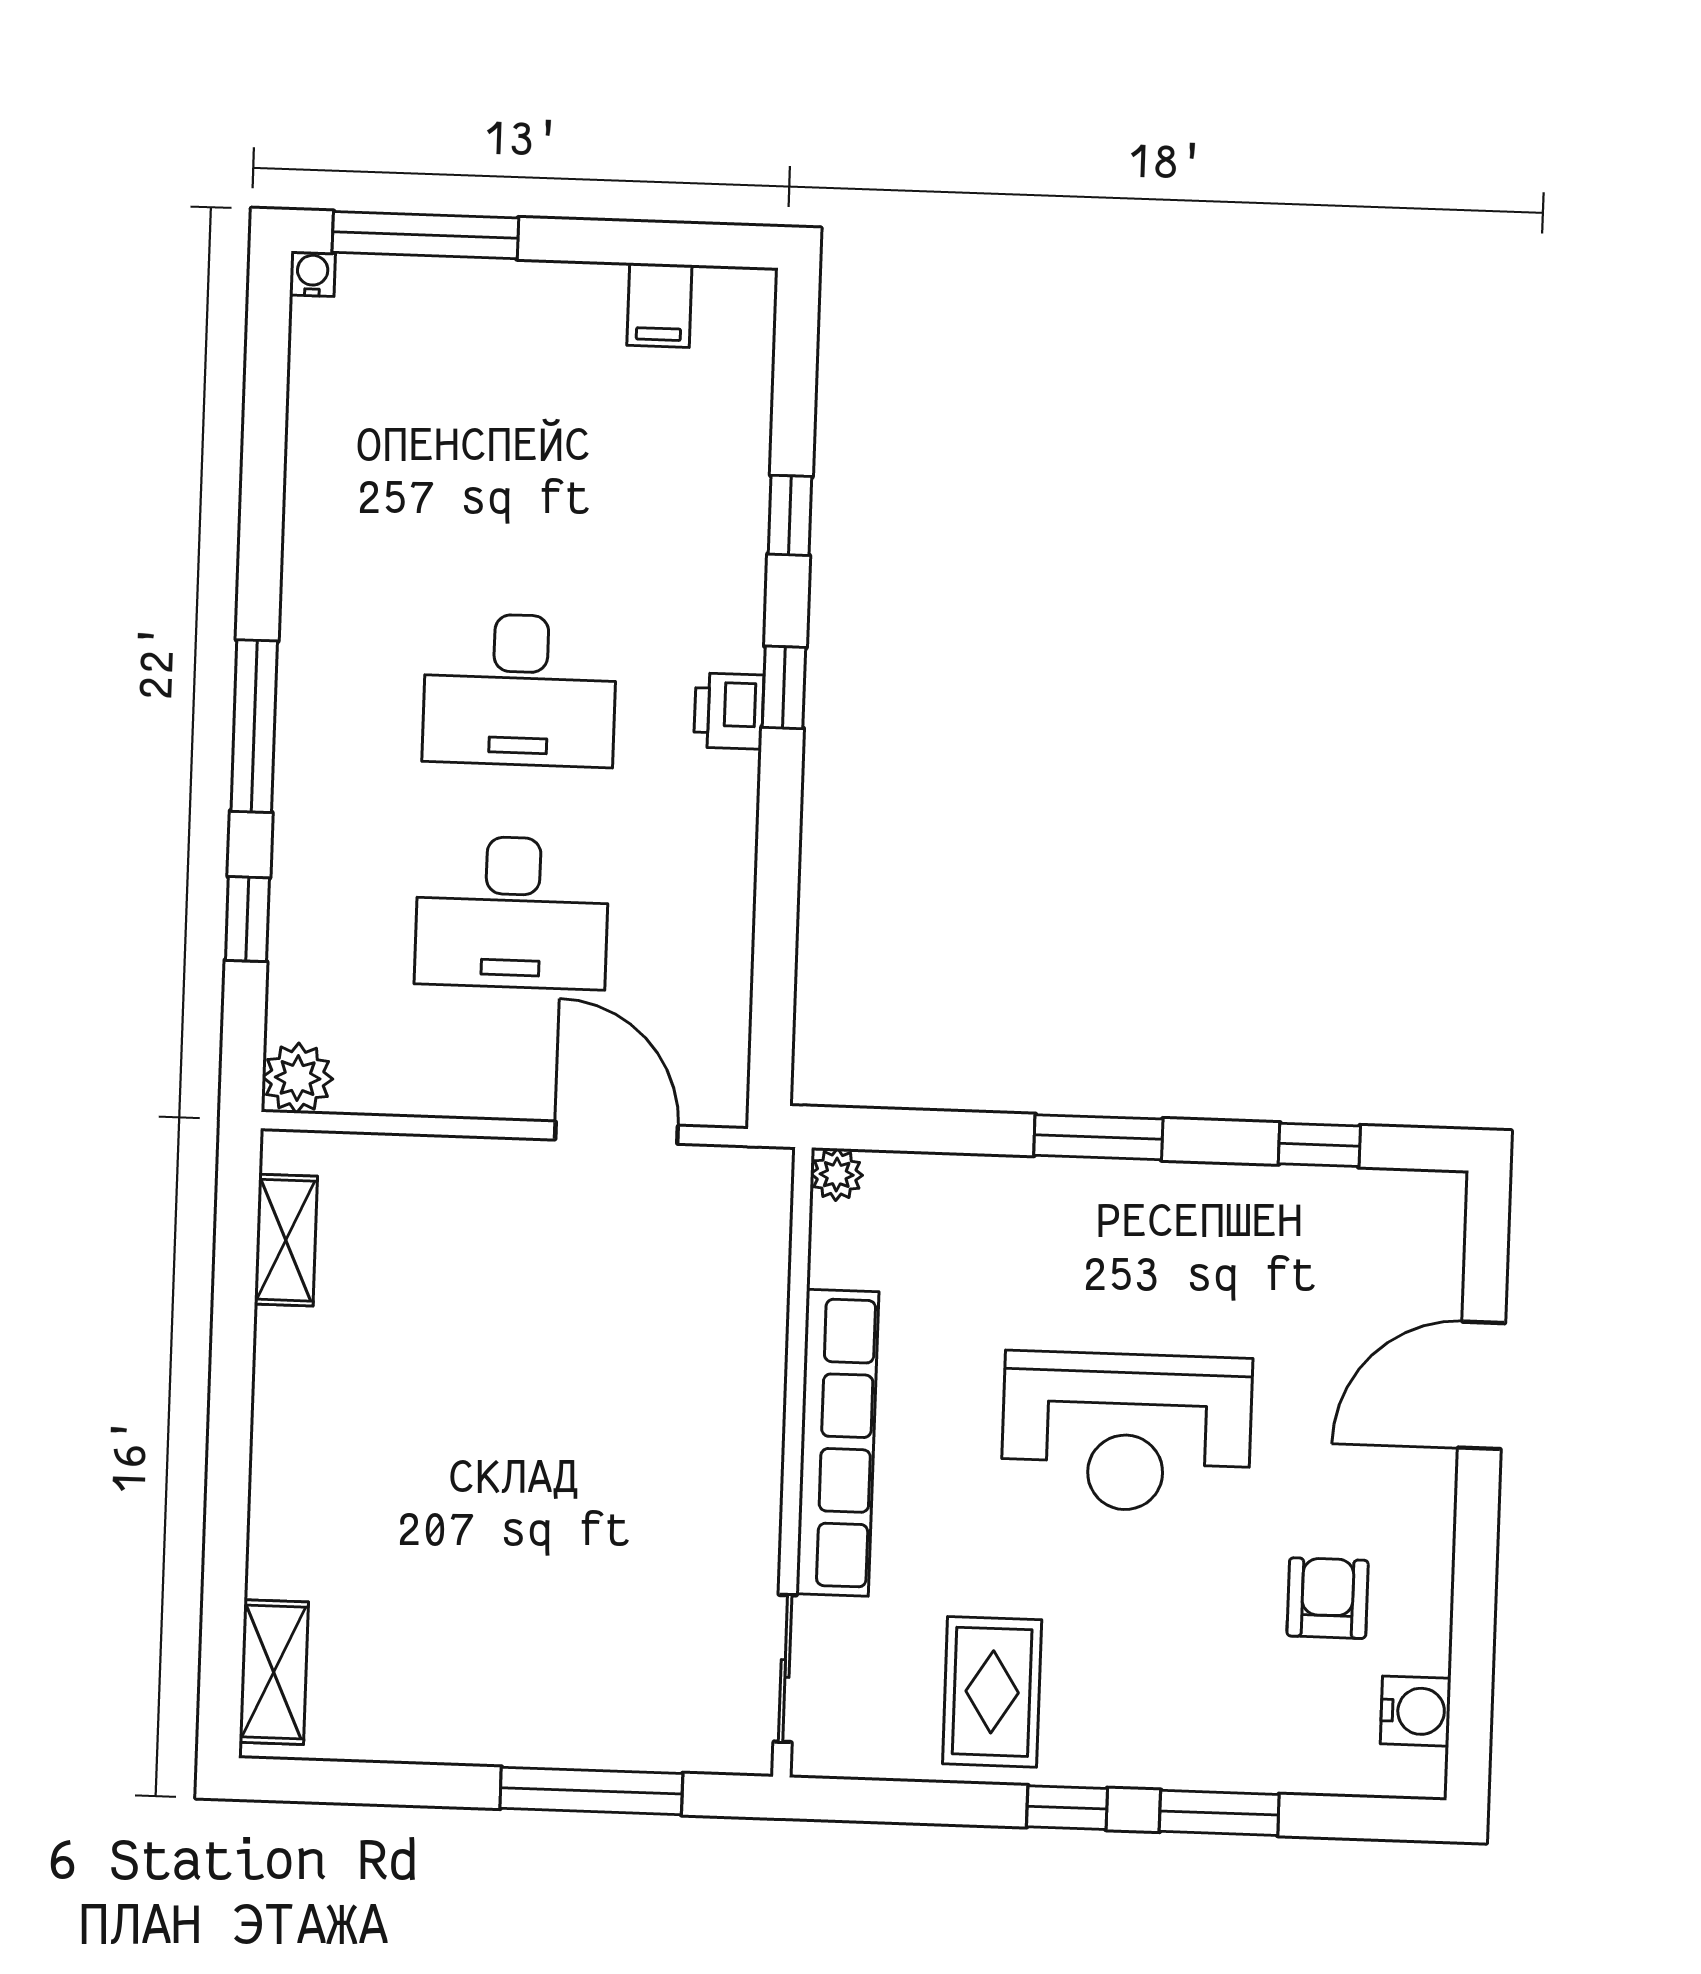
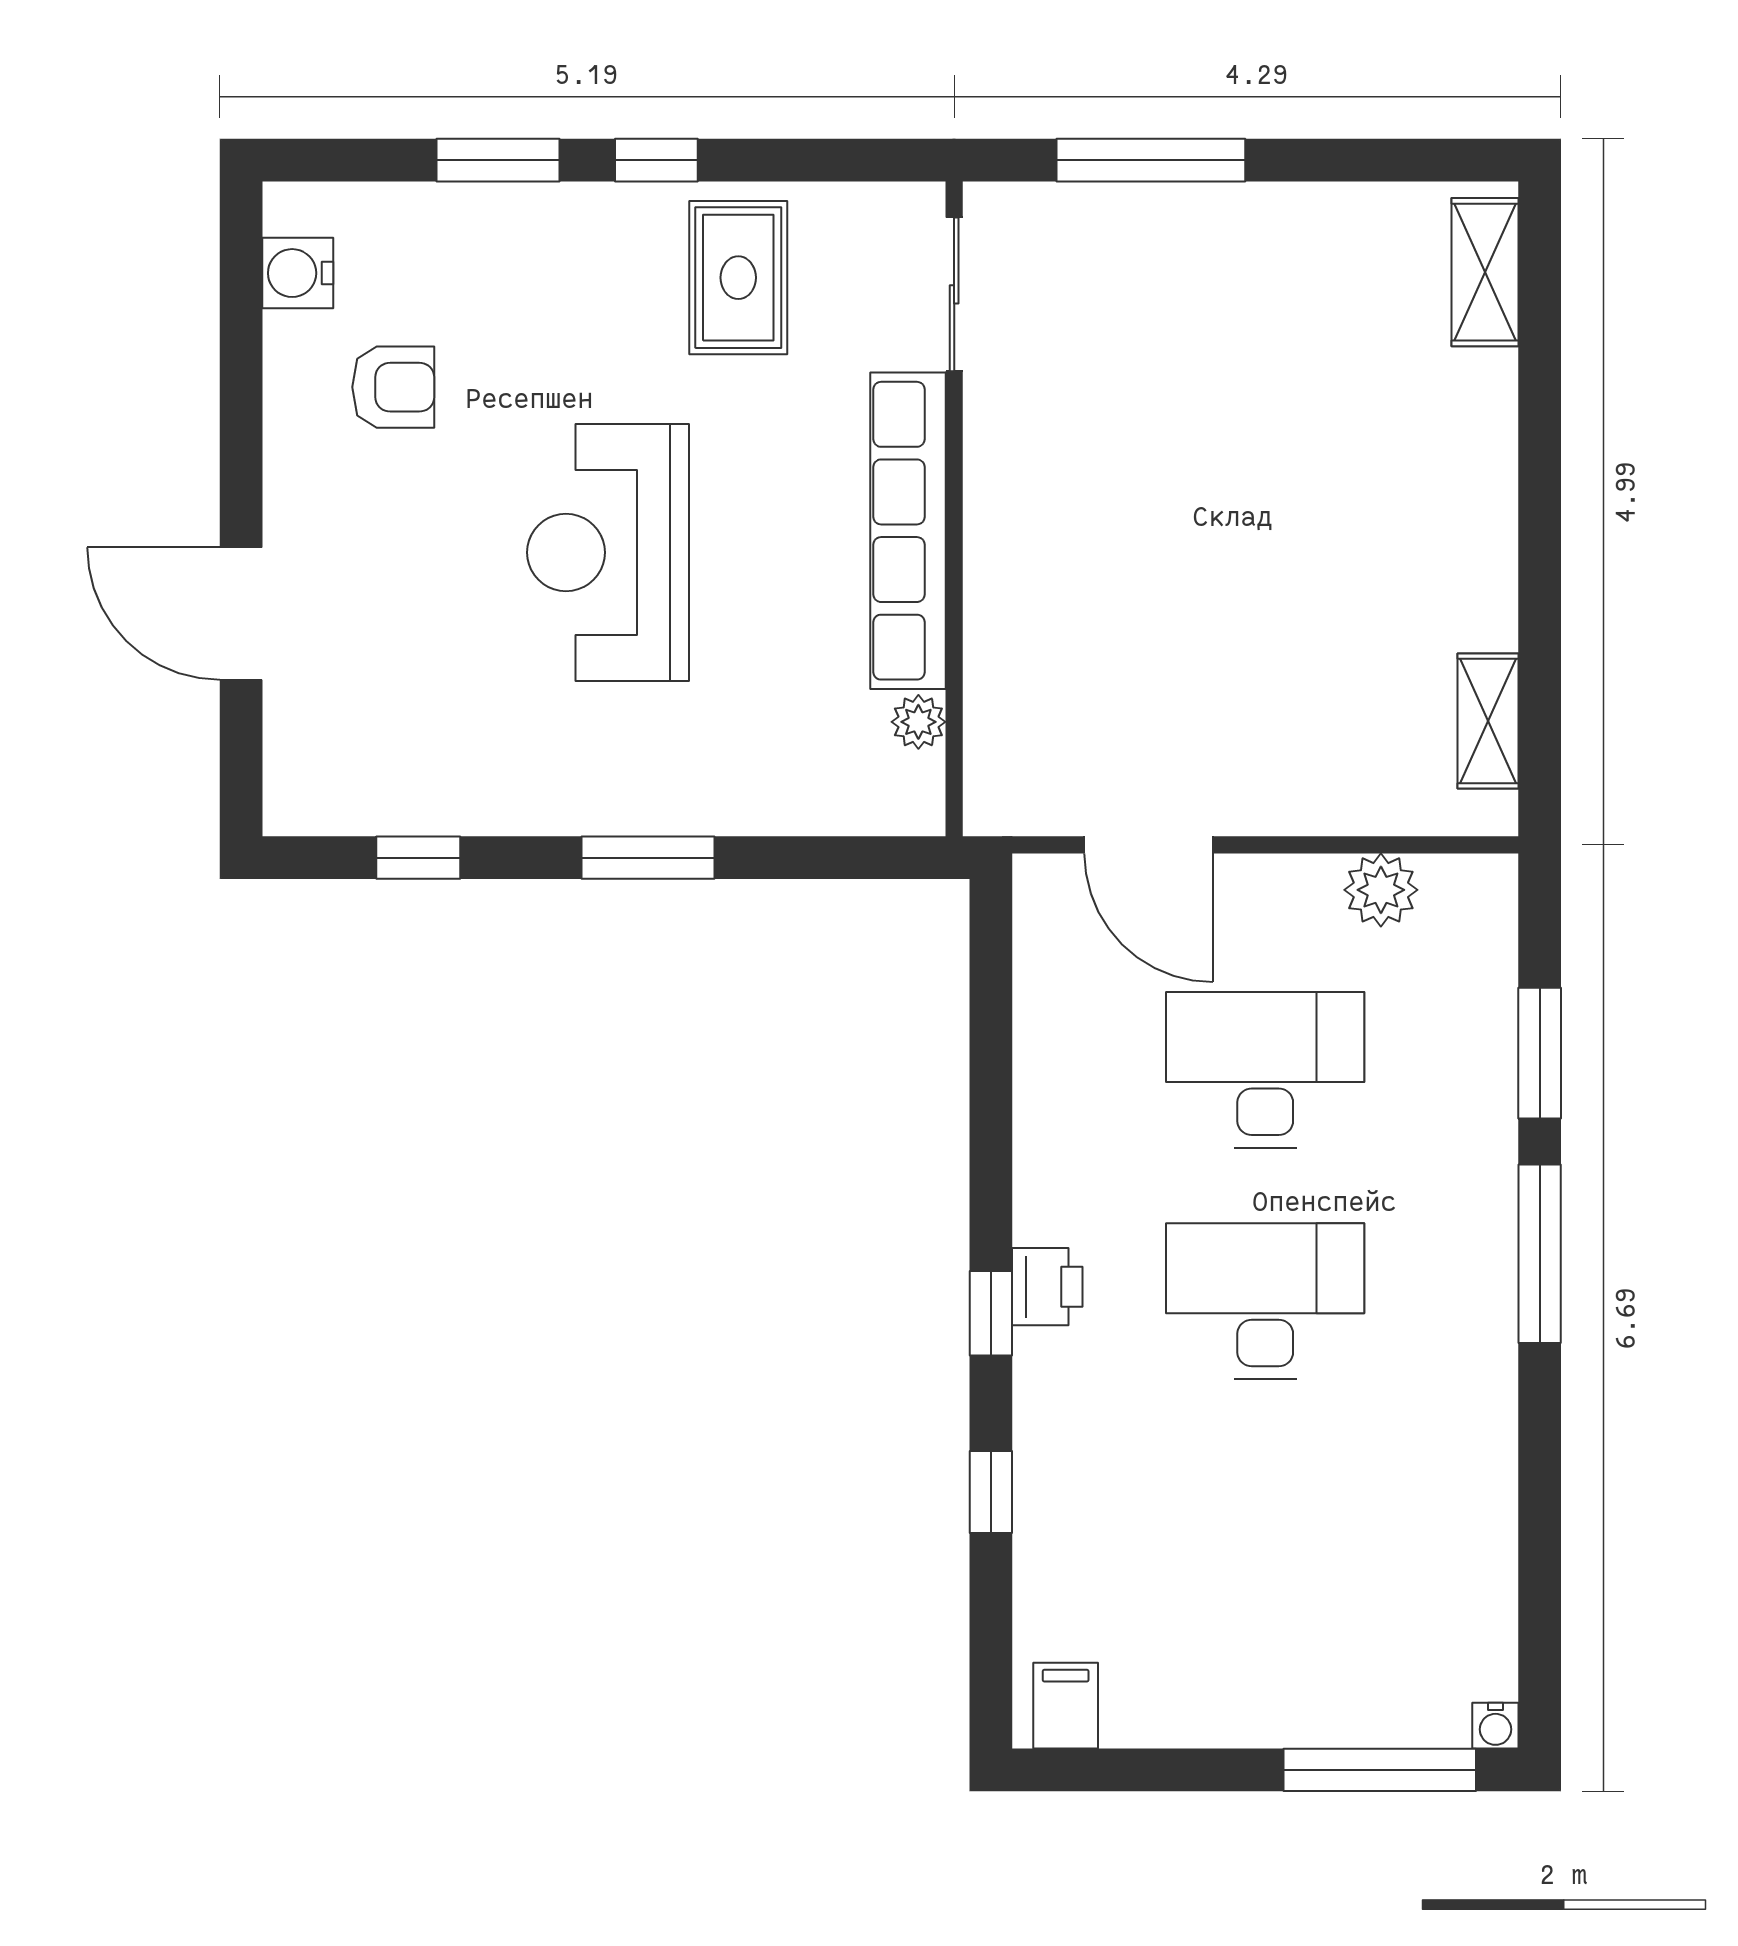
filing cabinet: (659, 305) -> (1066, 1706), moved
window: (247, 919) -> (1540, 1053), width x1.50
plant: (298, 1078) -> (1381, 890), moved
plant: (837, 1175) -> (918, 722), moved
door: (1482, 1385) -> (241, 614), swing flipped
reception desk: (1127, 1432) -> (608, 552), turned -90
armchair: (1328, 1598) -> (393, 387), turned -90

